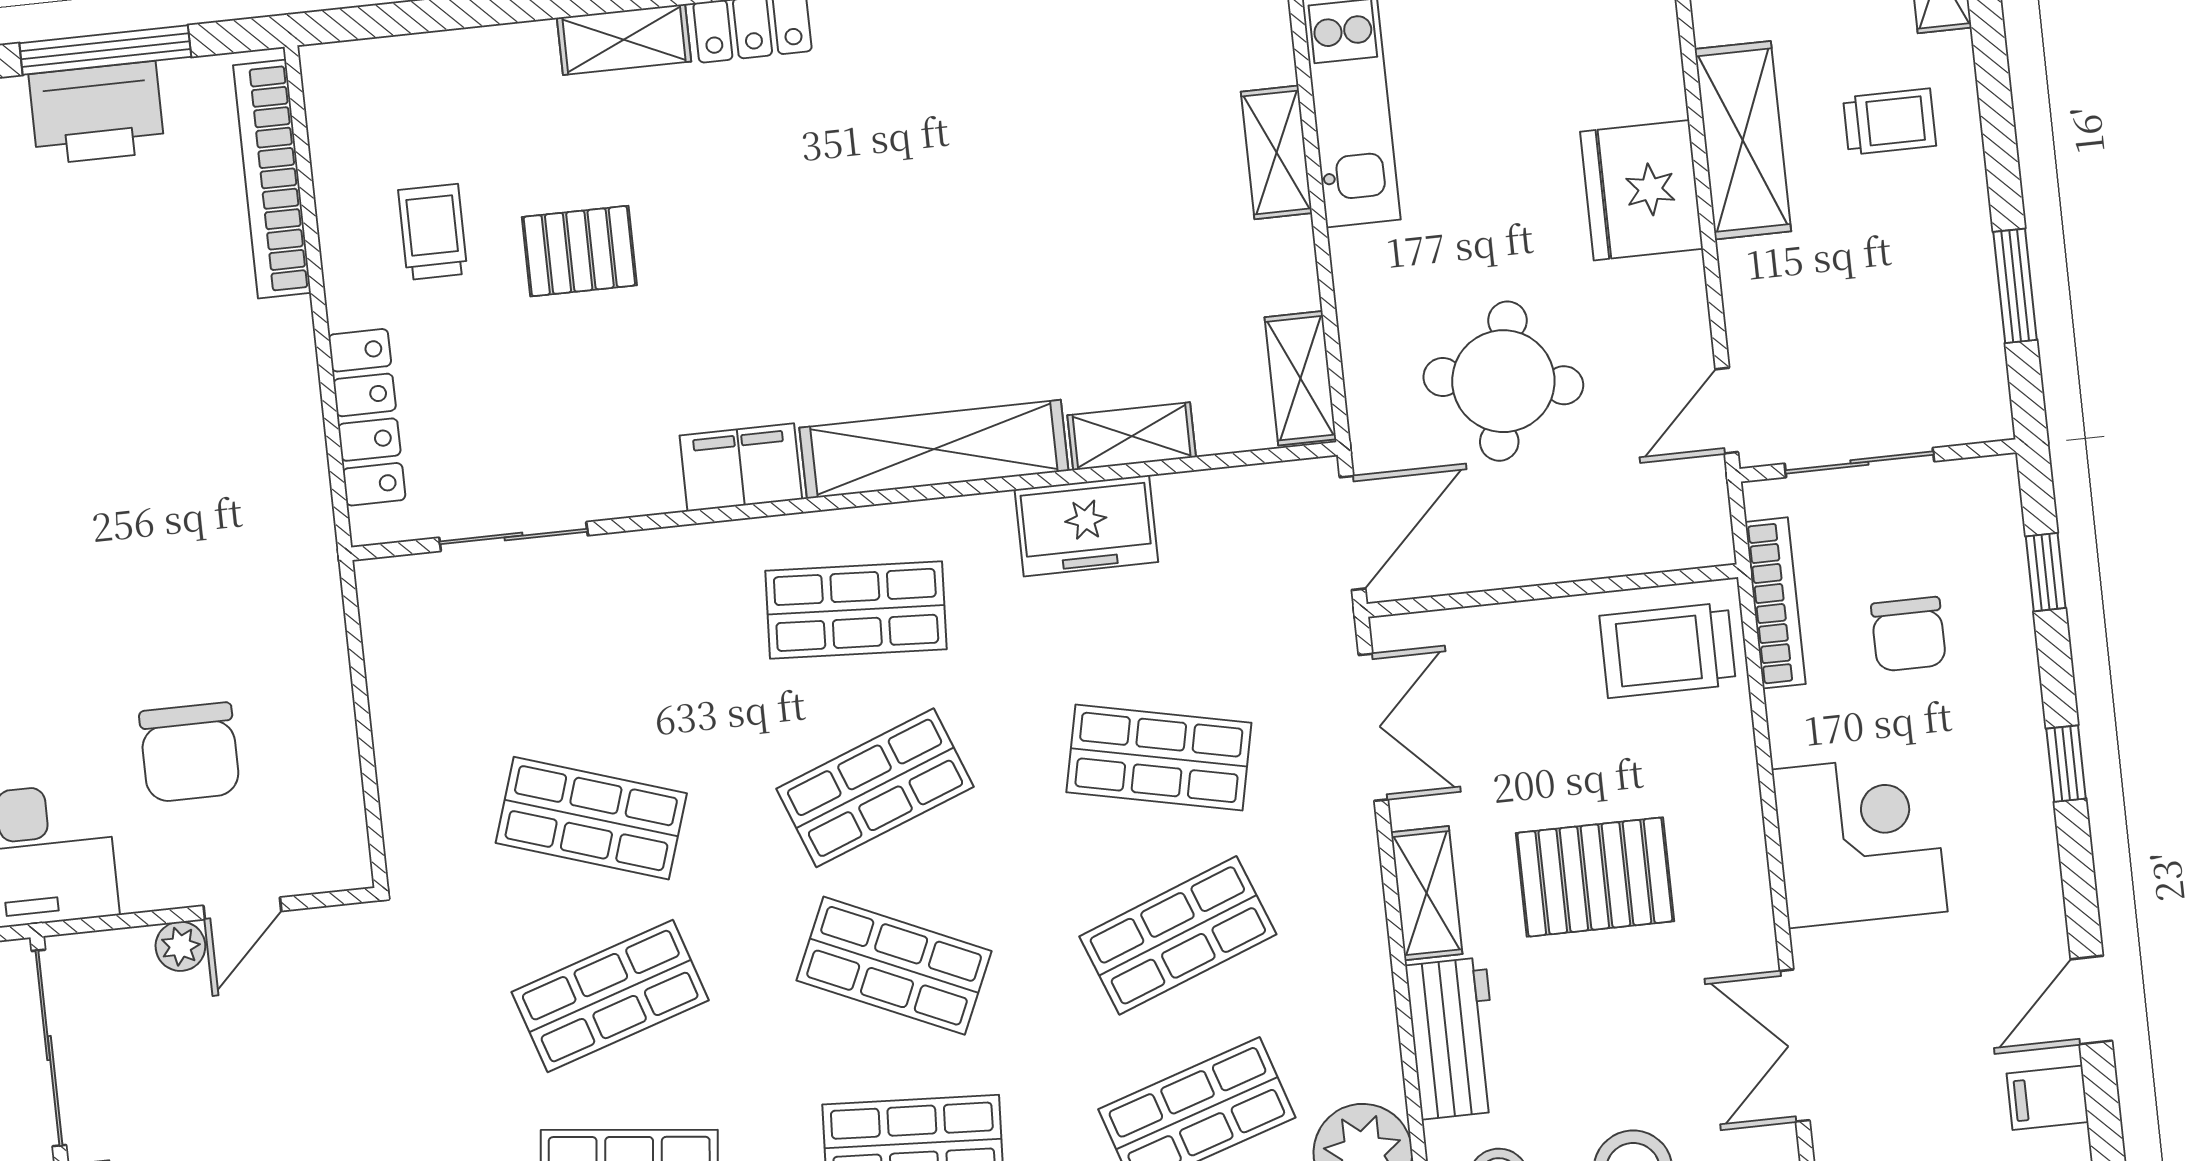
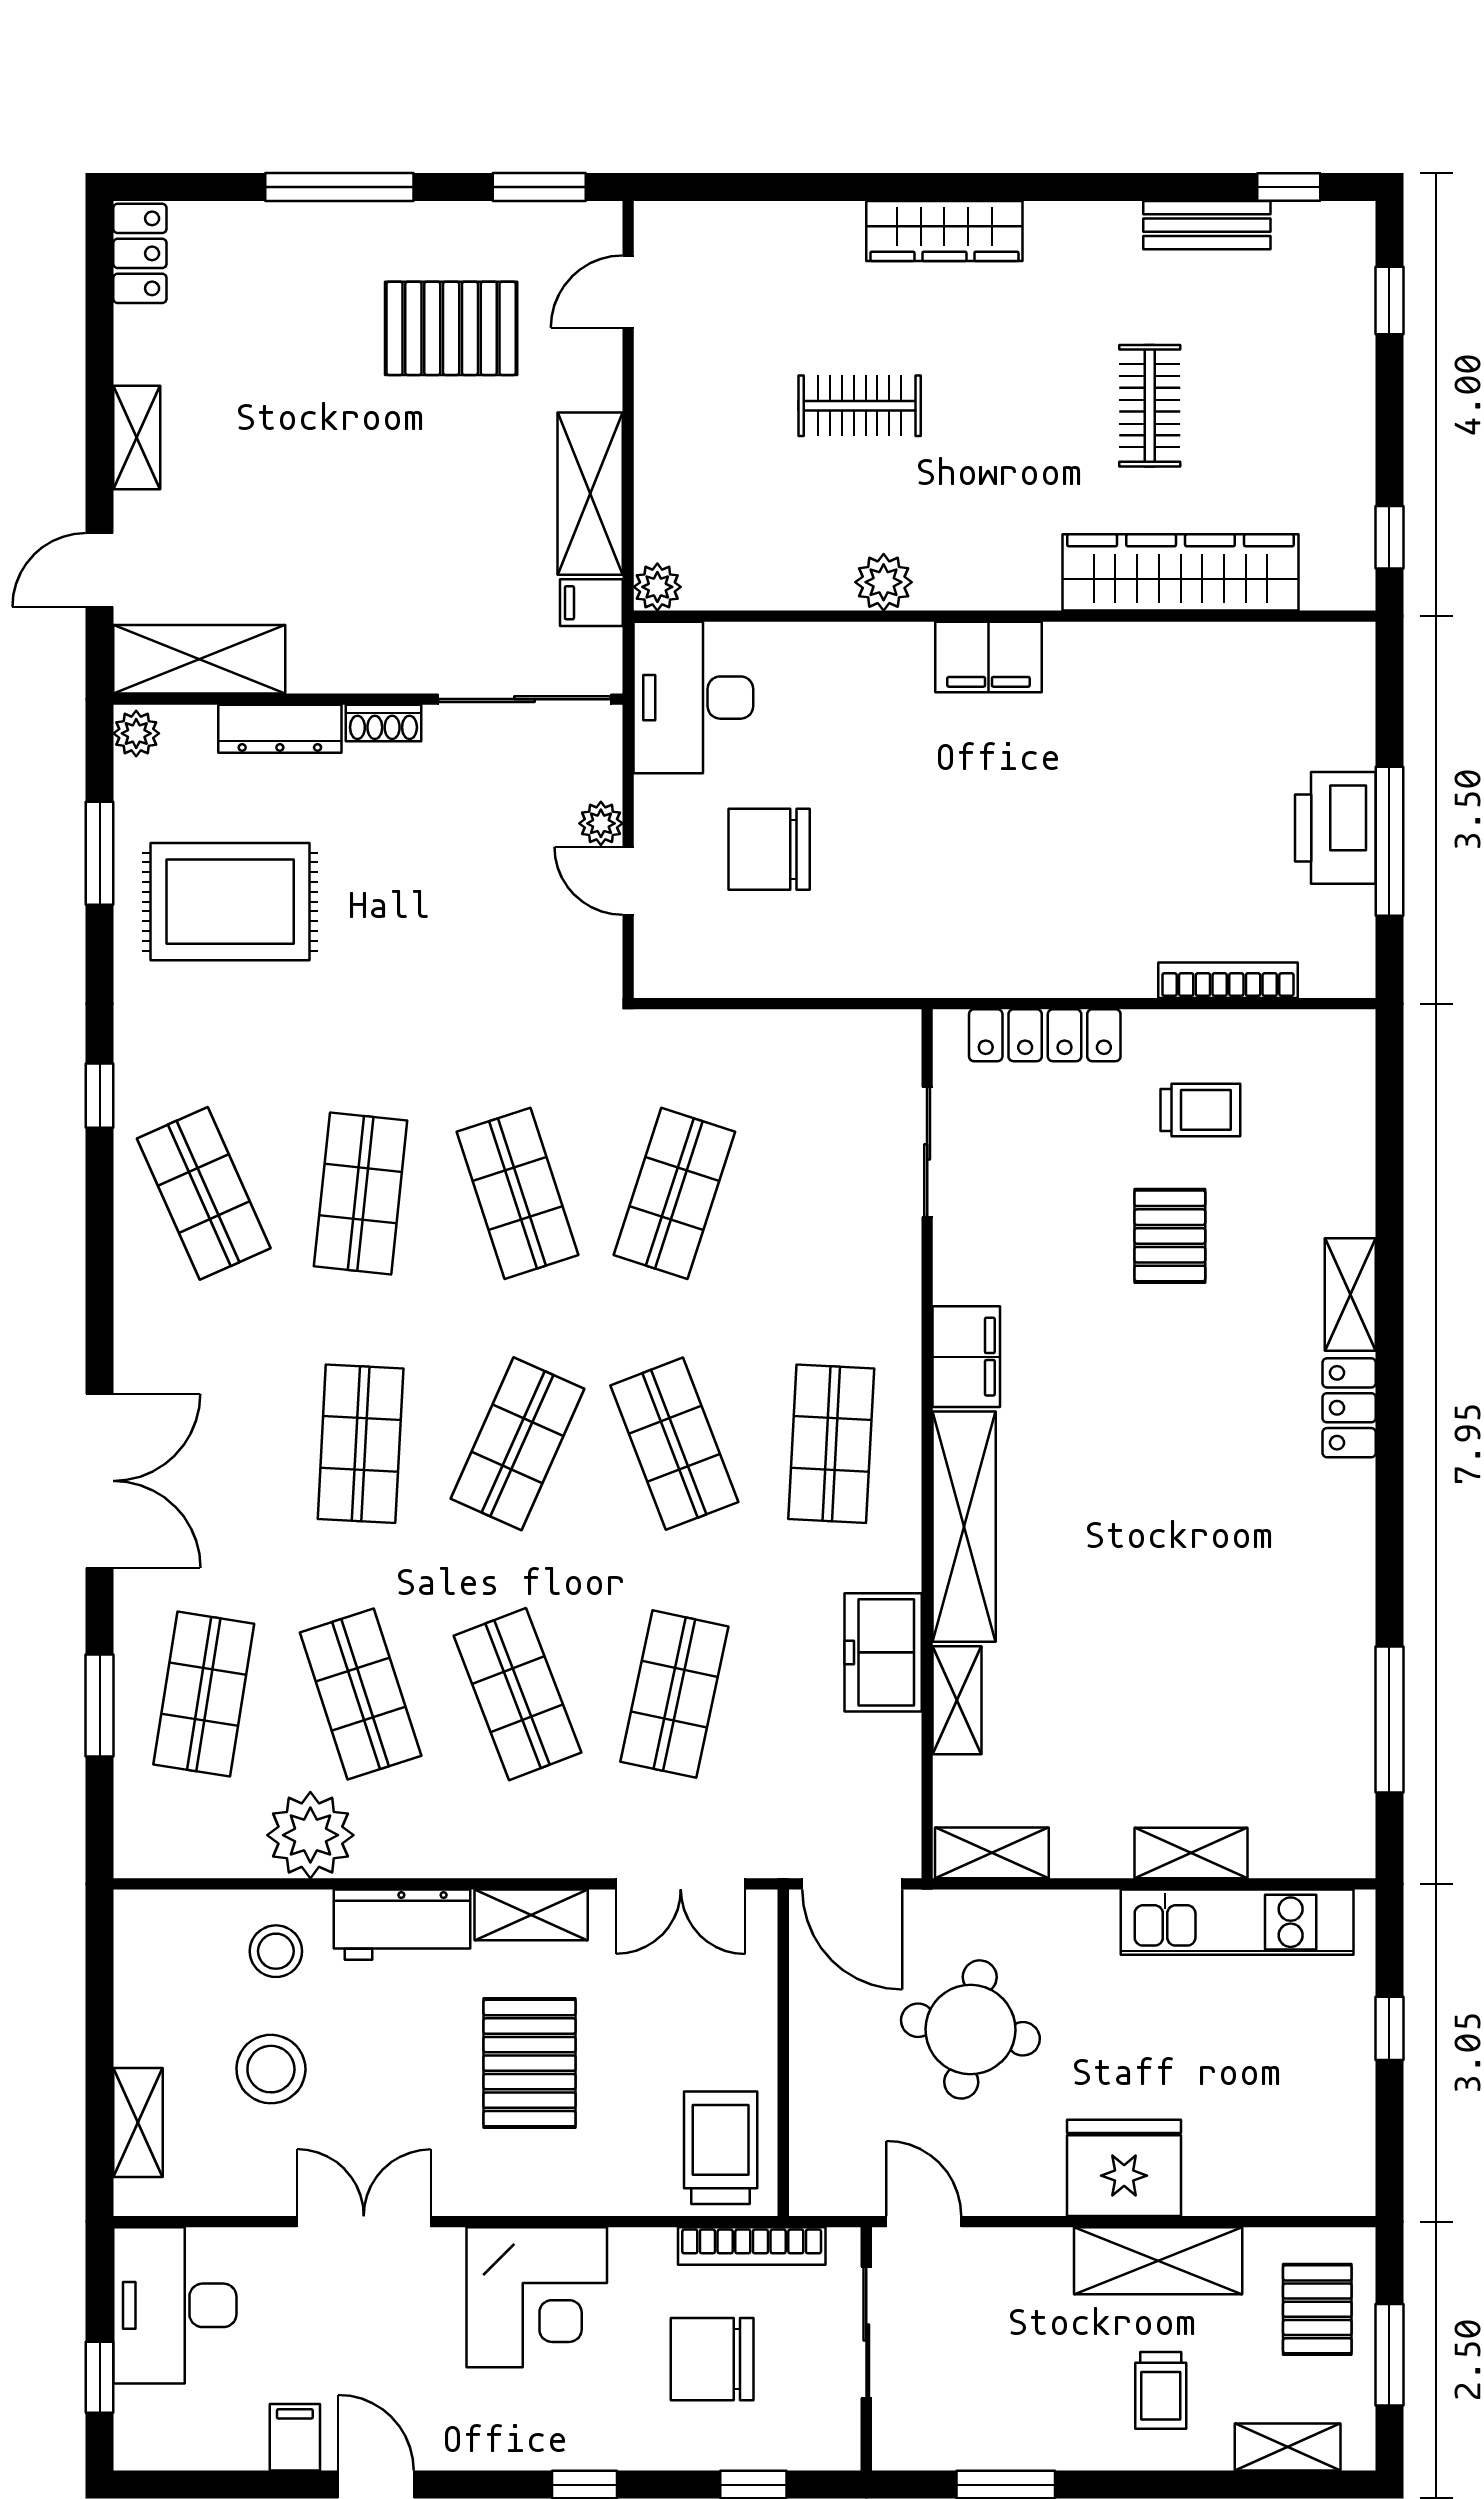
bookcase: (272, 179) -> (1228, 980), width x0.68, depth x0.76
chair: (1908, 634) -> (712, 2359), width x1.37, depth x1.37

